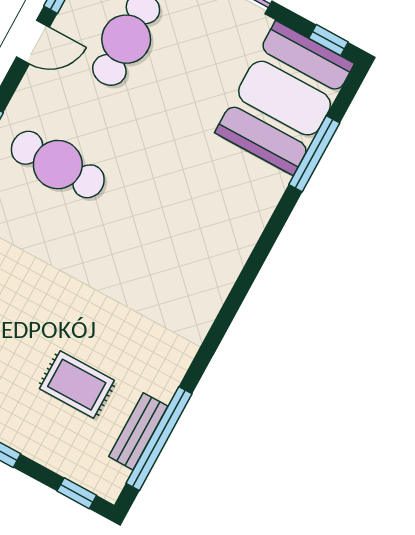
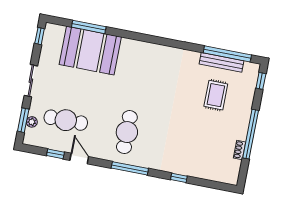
booth: (285, 98) -> (90, 51), moved
bench: (138, 431) -> (221, 62), width x1.36

